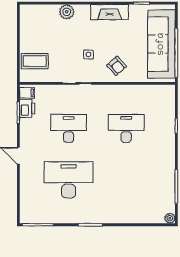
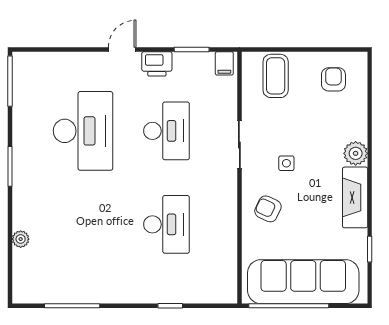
plant: (67, 12) -> (356, 153), moved
armchair: (37, 25) -> (333, 79), added
armchair: (117, 66) -> (268, 209), turned 67
printer: (27, 108) -> (157, 64), moved
plant: (170, 218) -> (21, 239), moved

